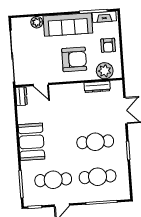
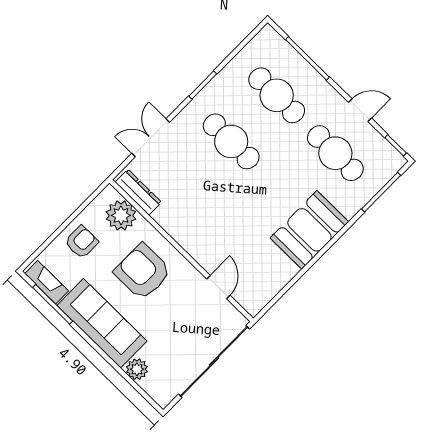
dresser: (97, 87) -> (138, 192), moved
dresser: (21, 96) -> (259, 300), removed

